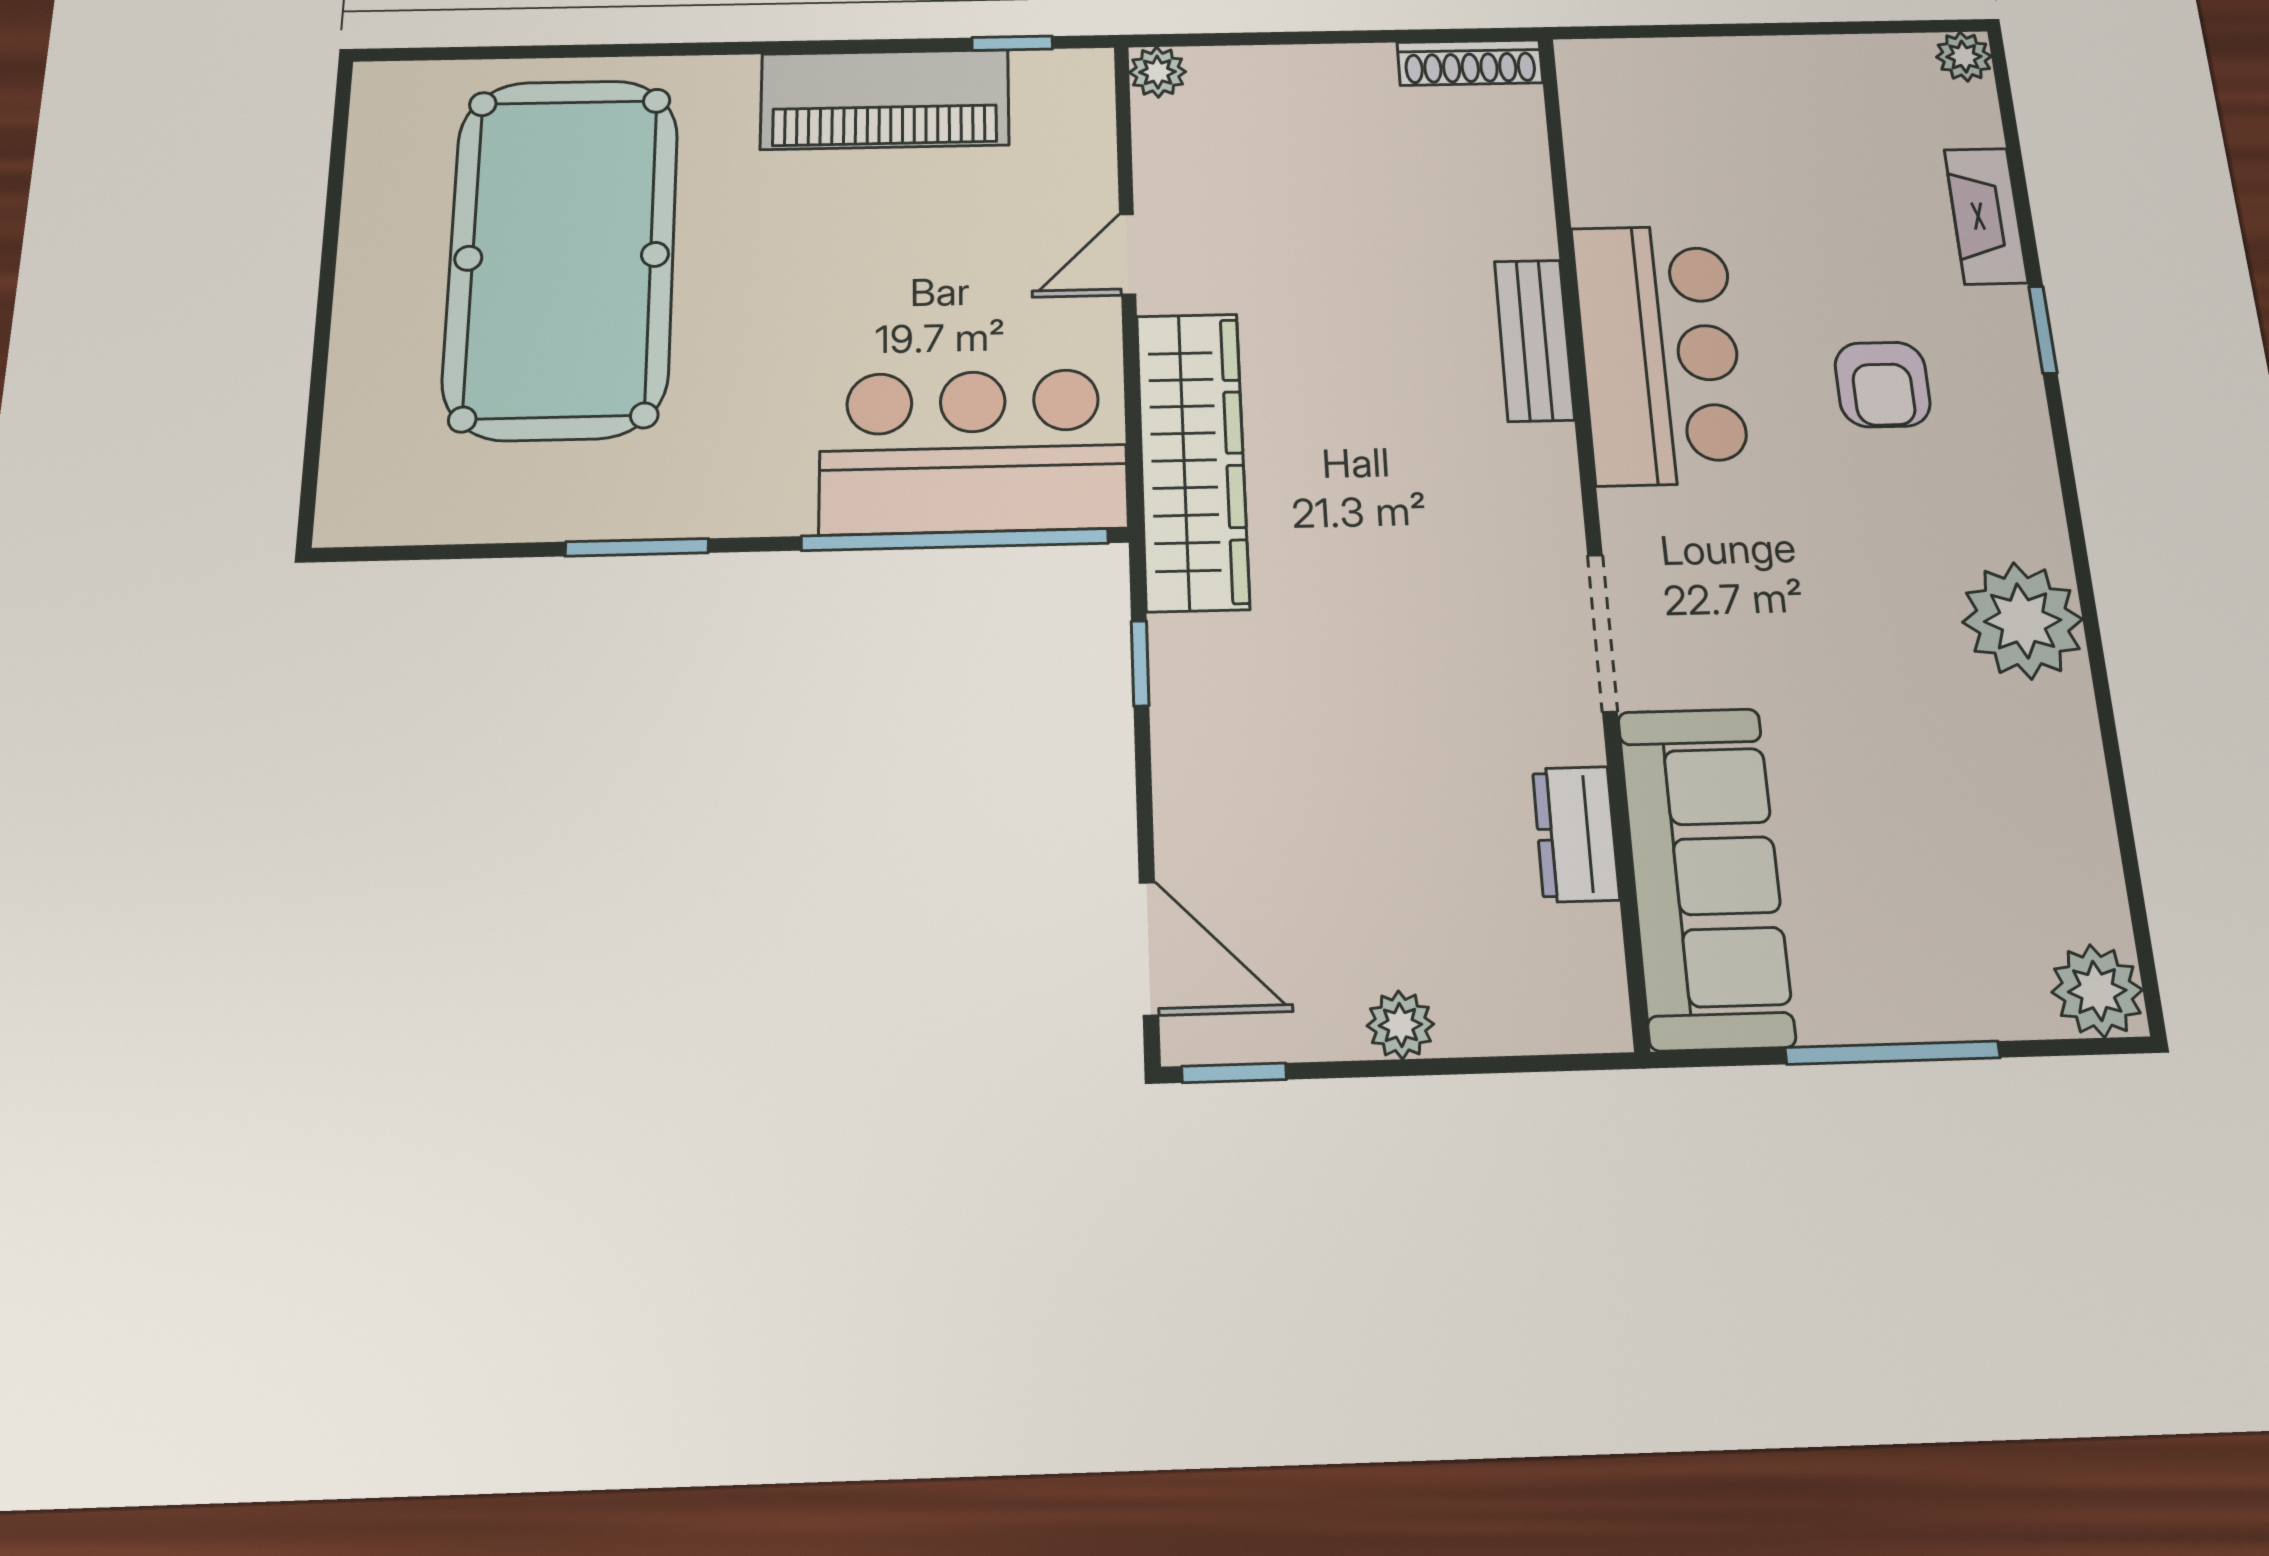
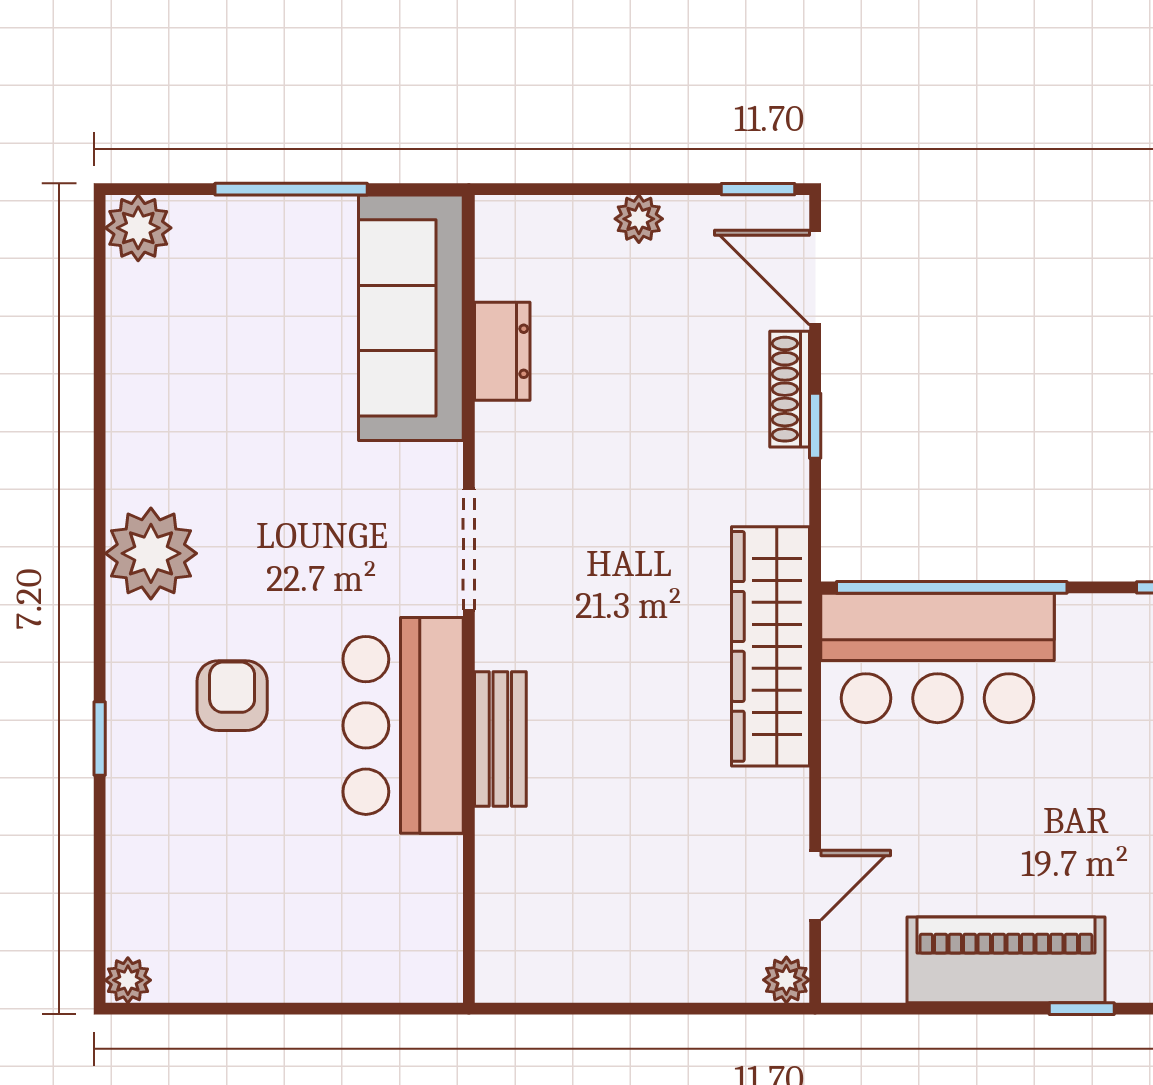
window: (1012, 43) -> (1082, 1009), moved
shoe rack: (1470, 63) -> (790, 389), moved, turned -90
fireplace: (1986, 216) -> (131, 837), removed
door: (1128, 254) -> (815, 885), moved
plant: (2023, 621) -> (151, 553), moved
doorway: (1602, 633) -> (469, 550), moved
window: (1140, 663) -> (815, 426), moved

